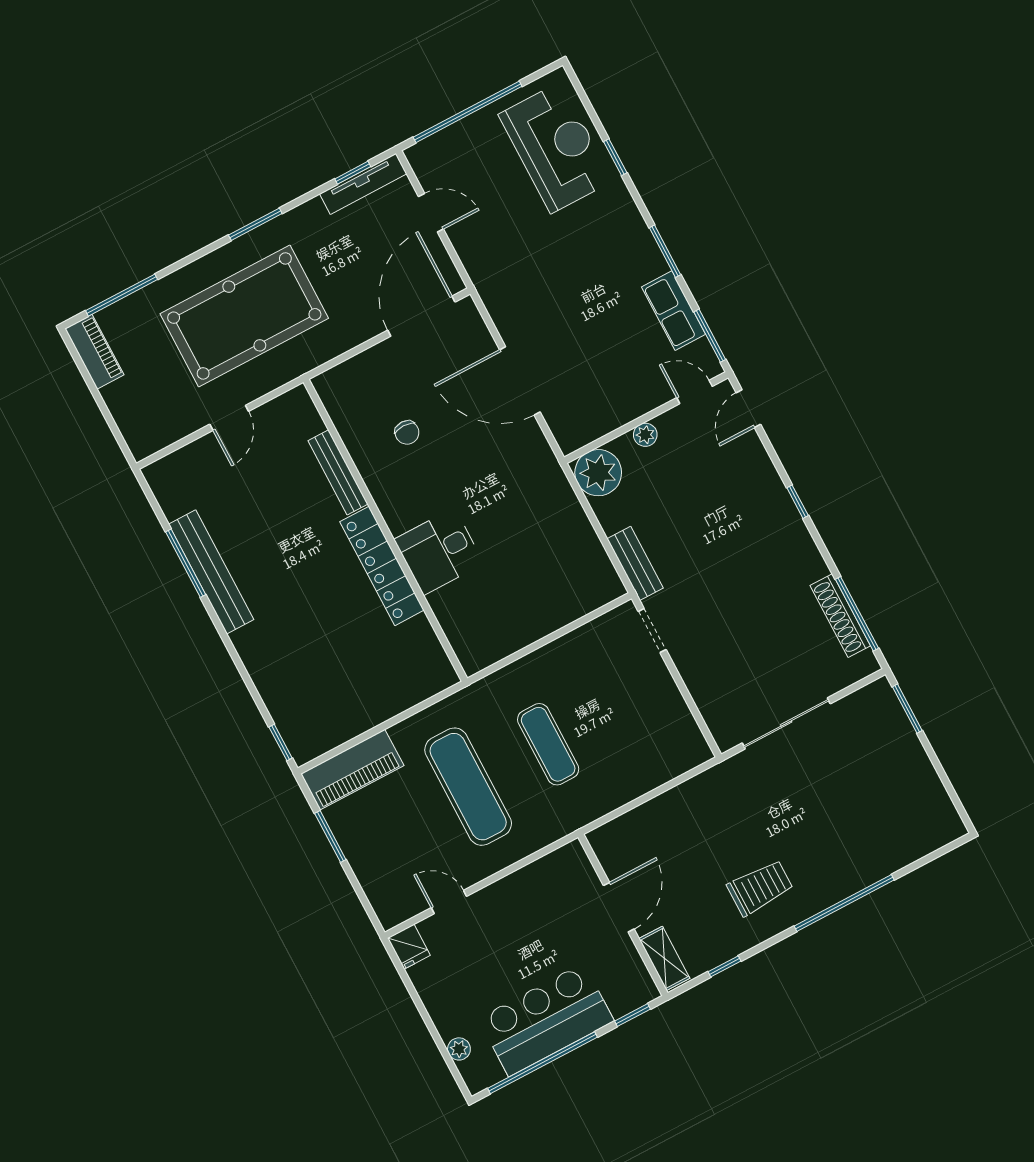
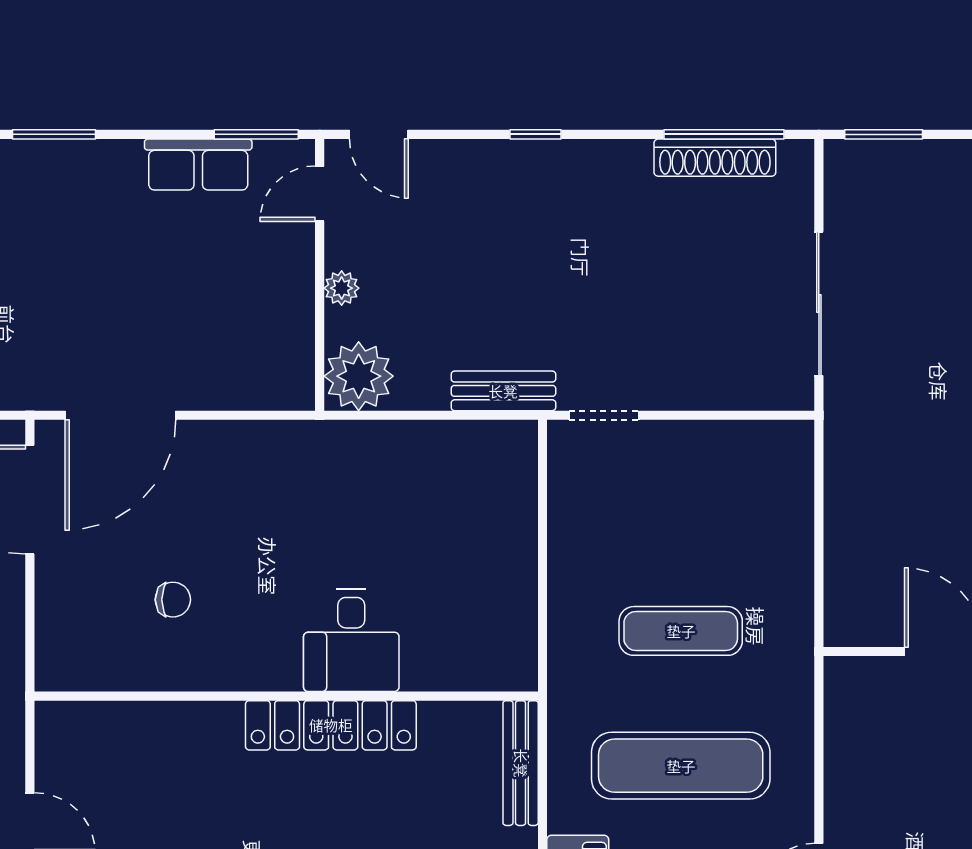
window: (665, 251) -> (54, 134), moved
door: (520, 381) -> (120, 415), moved
bench: (338, 472) -> (521, 763), moved, turned 90

